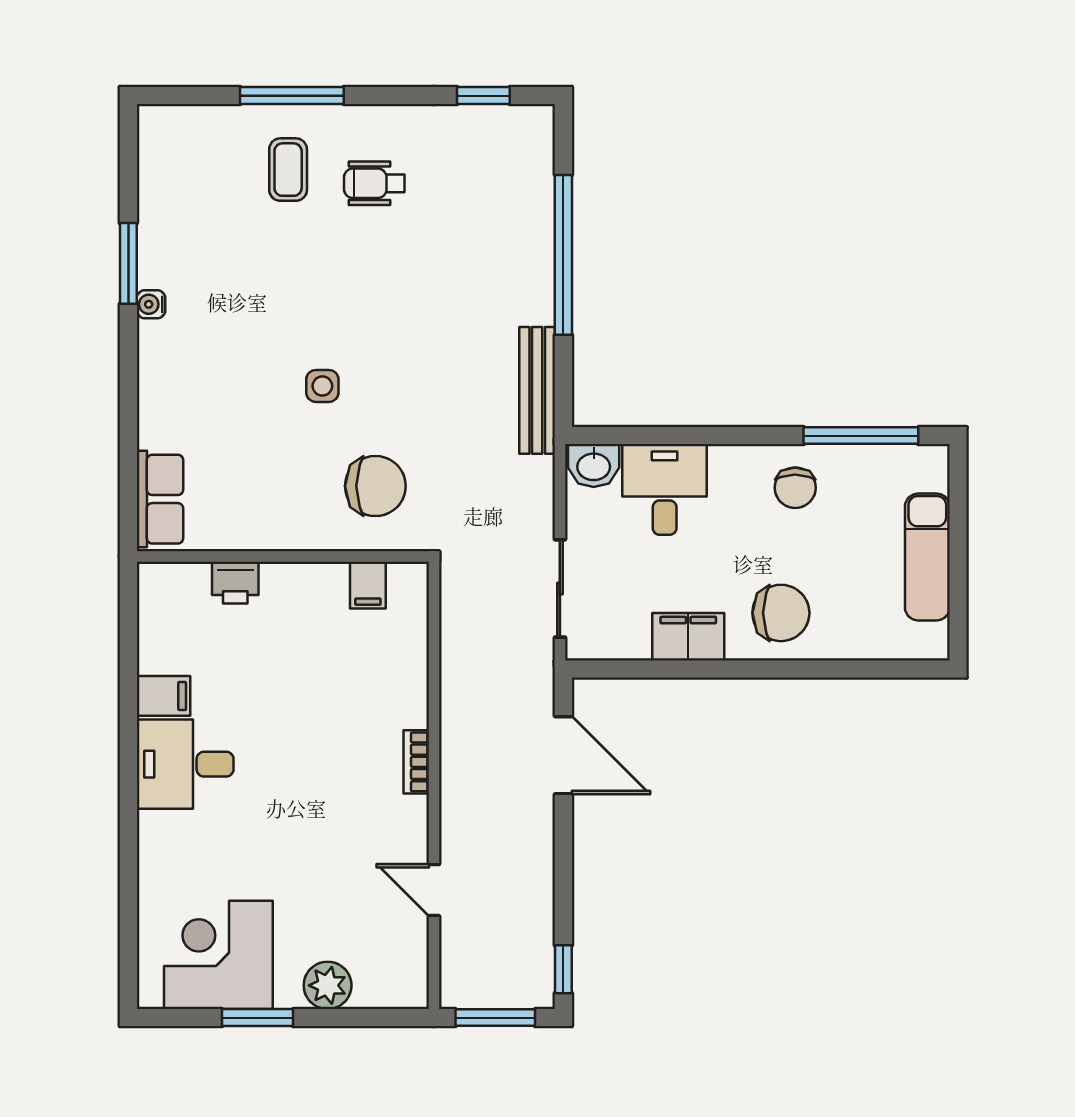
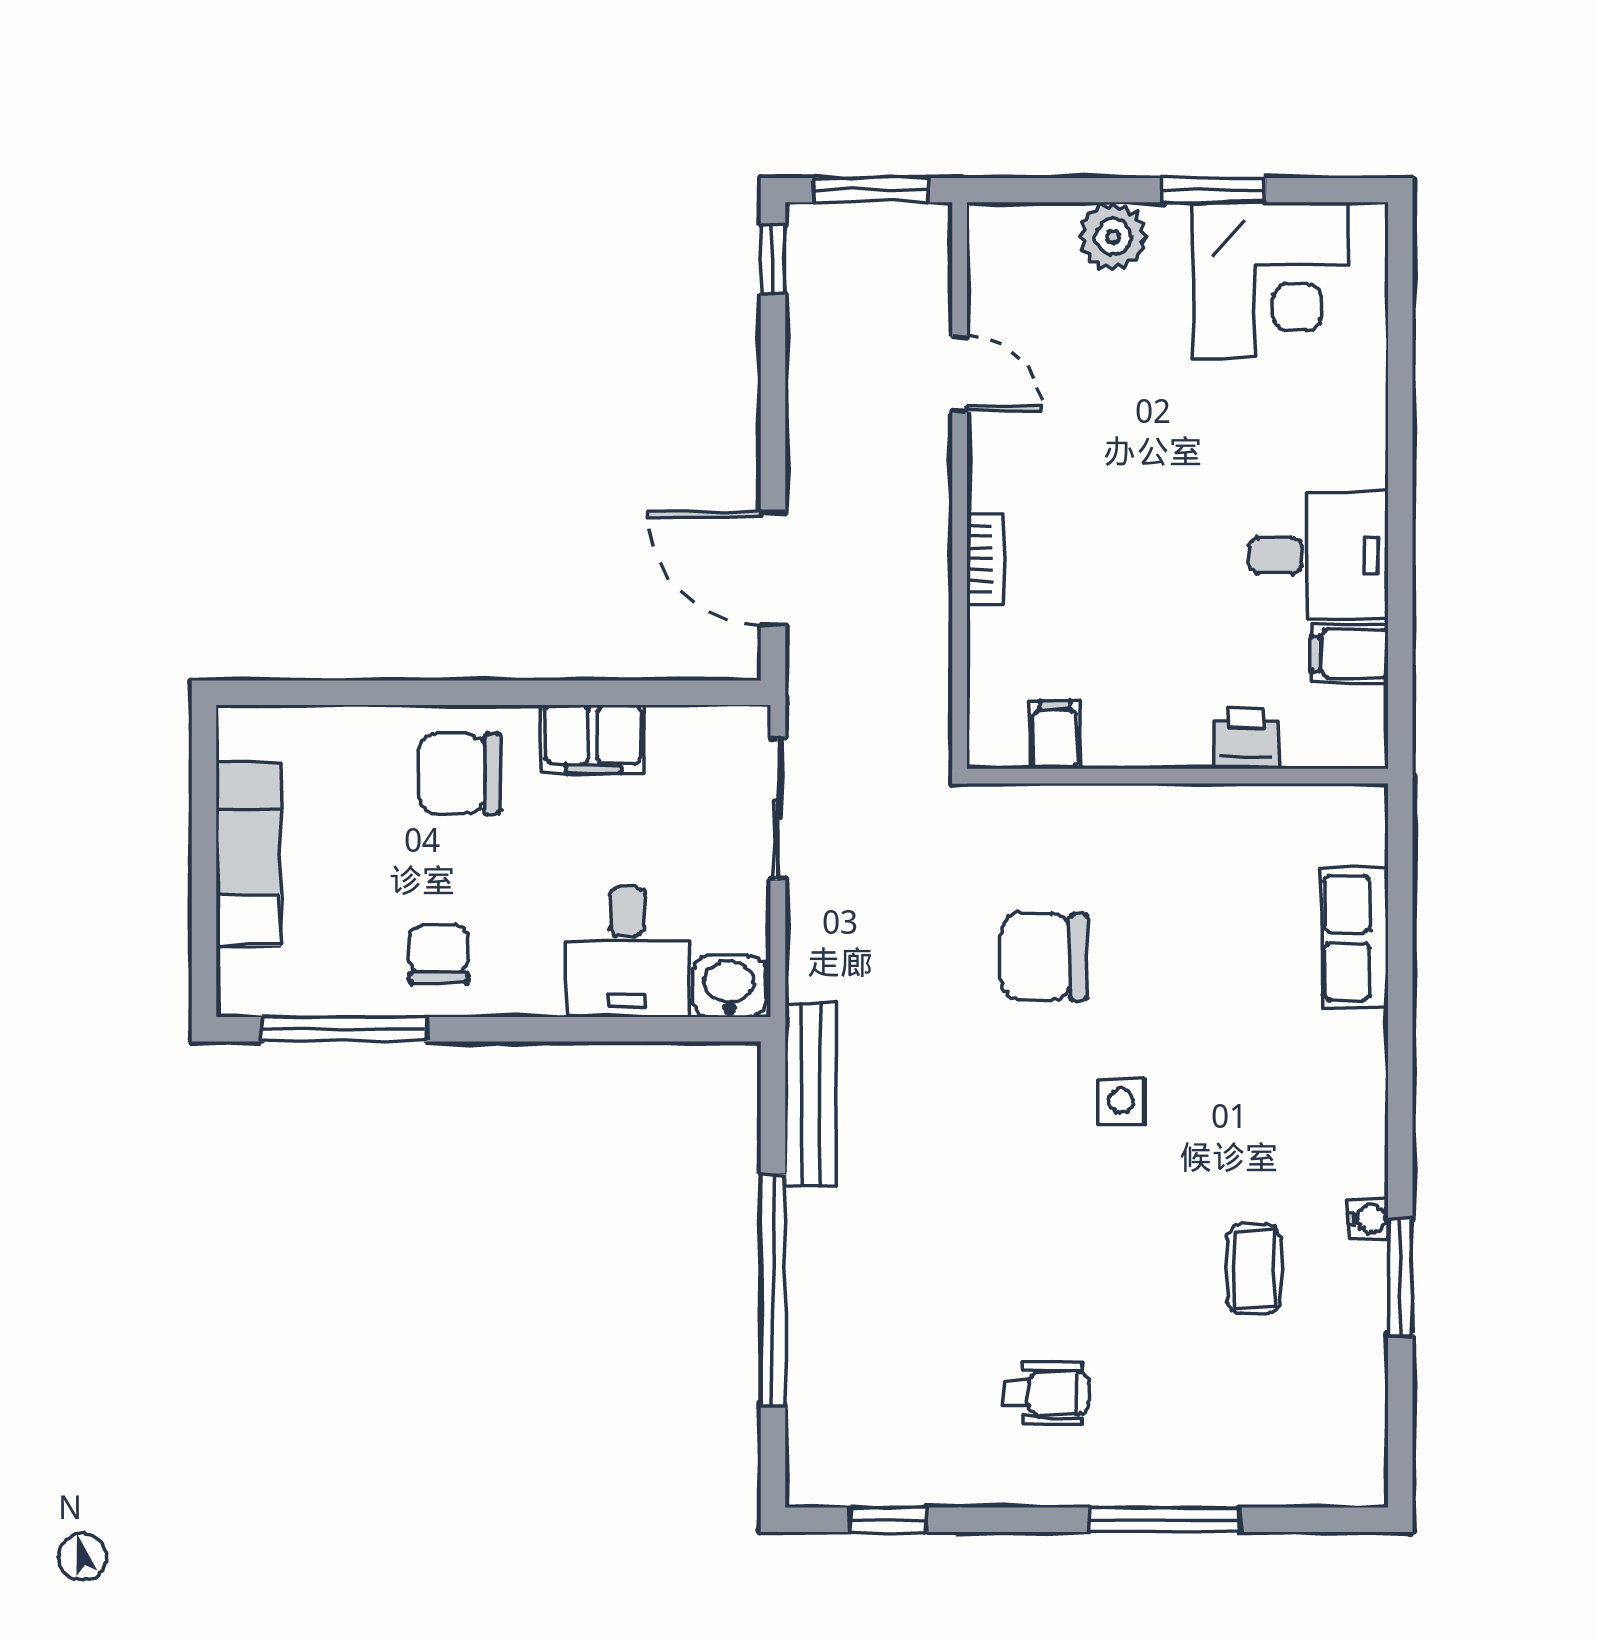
coffee table: (288, 170) -> (1254, 1269), moved
wall: (283, 557) -> (1177, 776), moved
printer: (235, 583) -> (1246, 739), moved
filing cabinet: (368, 585) -> (1055, 735), moved

